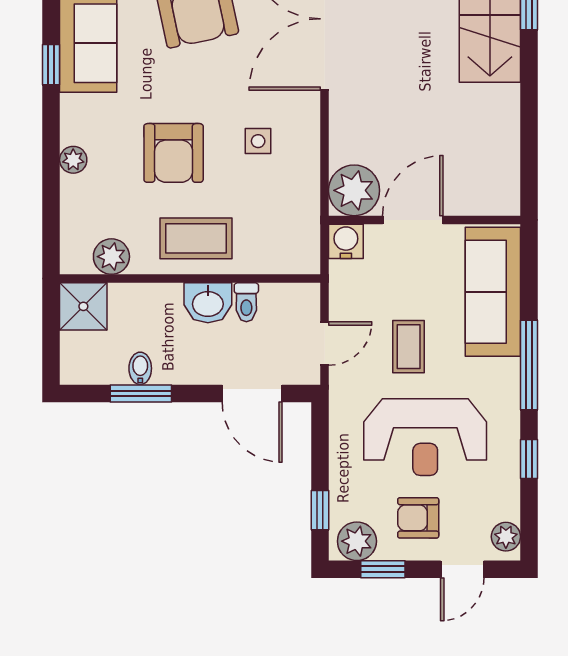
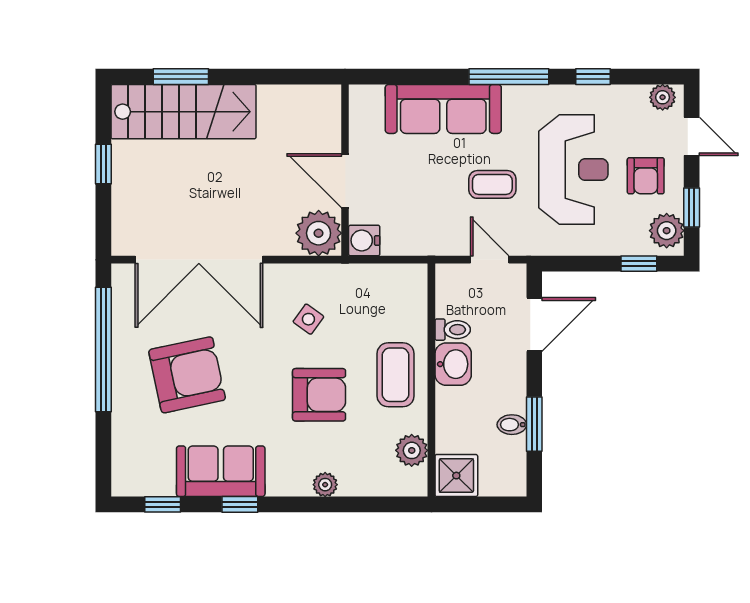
side table: (258, 141) -> (308, 319), turned 36
plant: (354, 190) -> (319, 233), moved
door: (413, 220) -> (345, 181), moved
wall: (425, 220) -> (345, 170), moved
water cooler: (346, 241) -> (364, 240), moved

